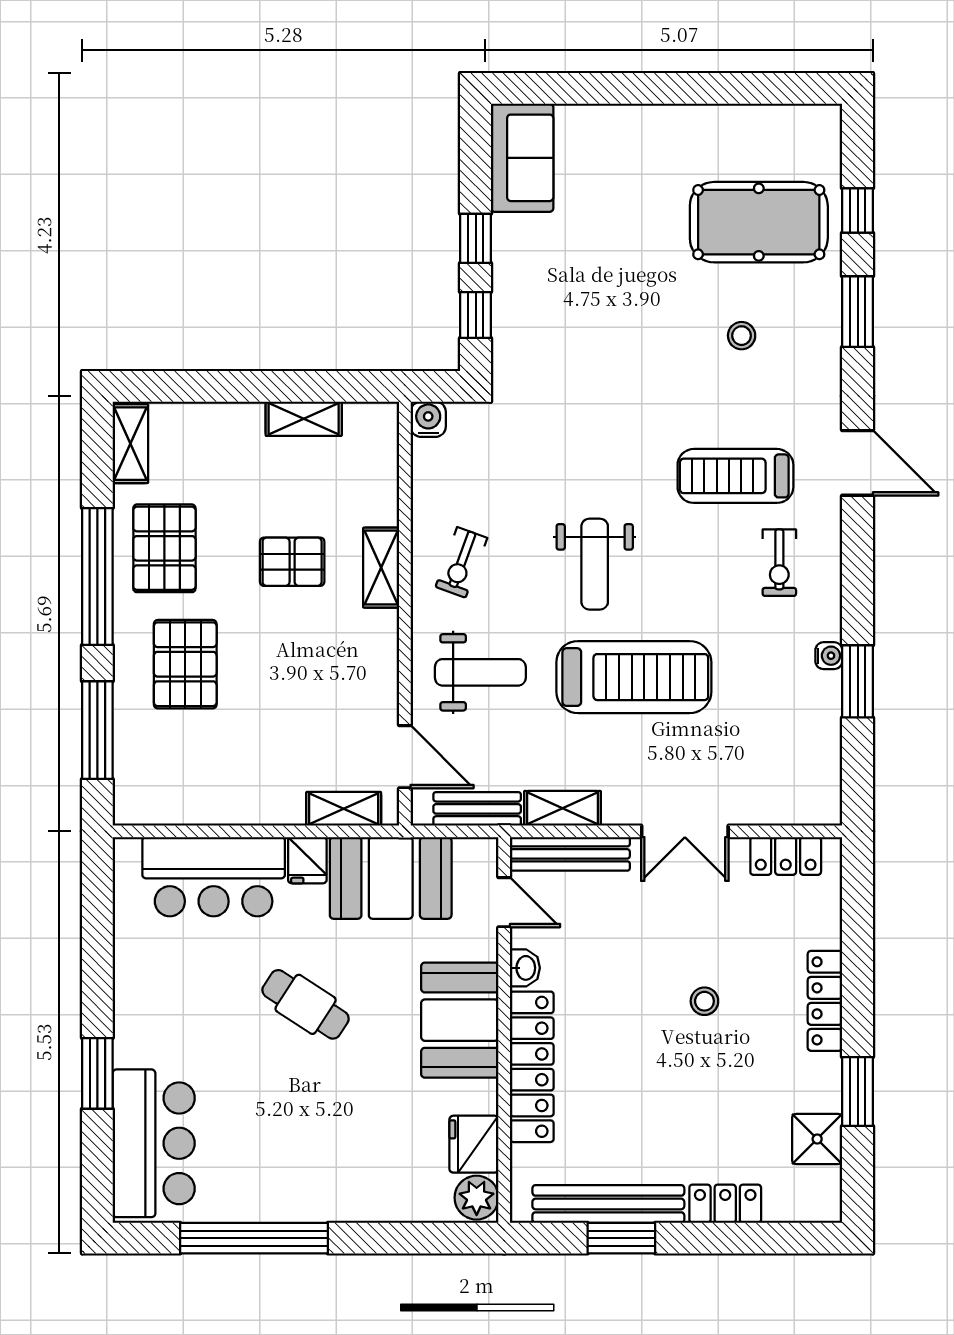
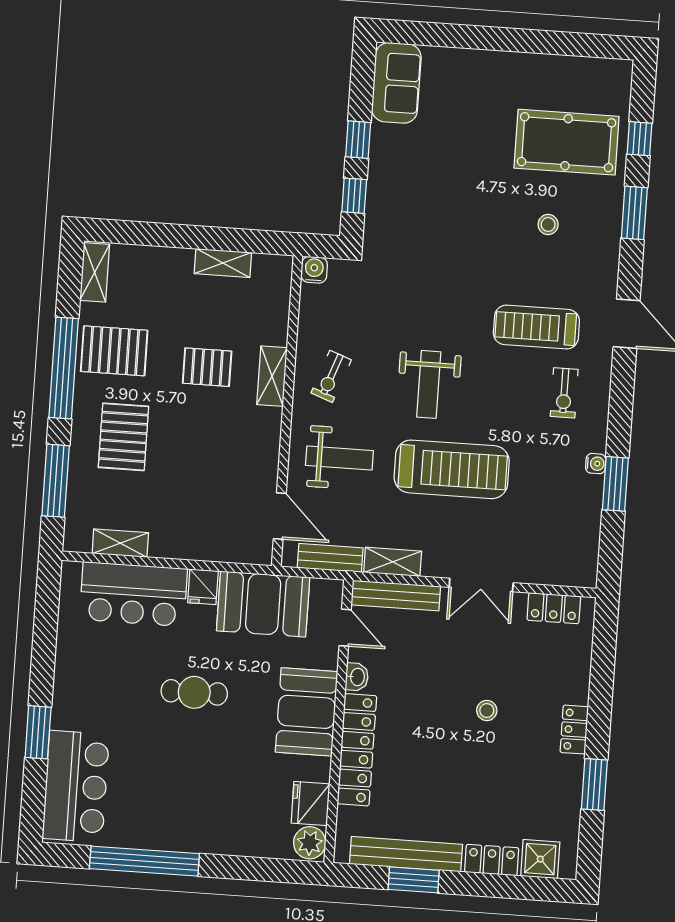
pallet: (164, 548) -> (114, 351), turned 90
shelving: (344, 809) -> (120, 543), moved
locker: (825, 1001) -> (574, 730), width x0.66
cafe table: (306, 1004) -> (194, 692), turned -33
shower: (817, 1139) -> (540, 859), moved

